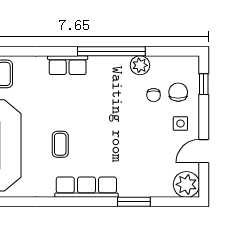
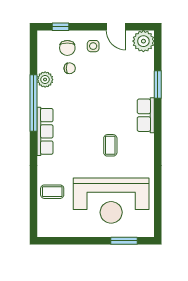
row of seats: (68, 65) -> (45, 131), width x1.48
chair: (178, 92) -> (67, 48), turned -90
coffee table: (60, 144) -> (110, 145), turned 90
row of seats: (86, 187) -> (146, 115), width x0.68

